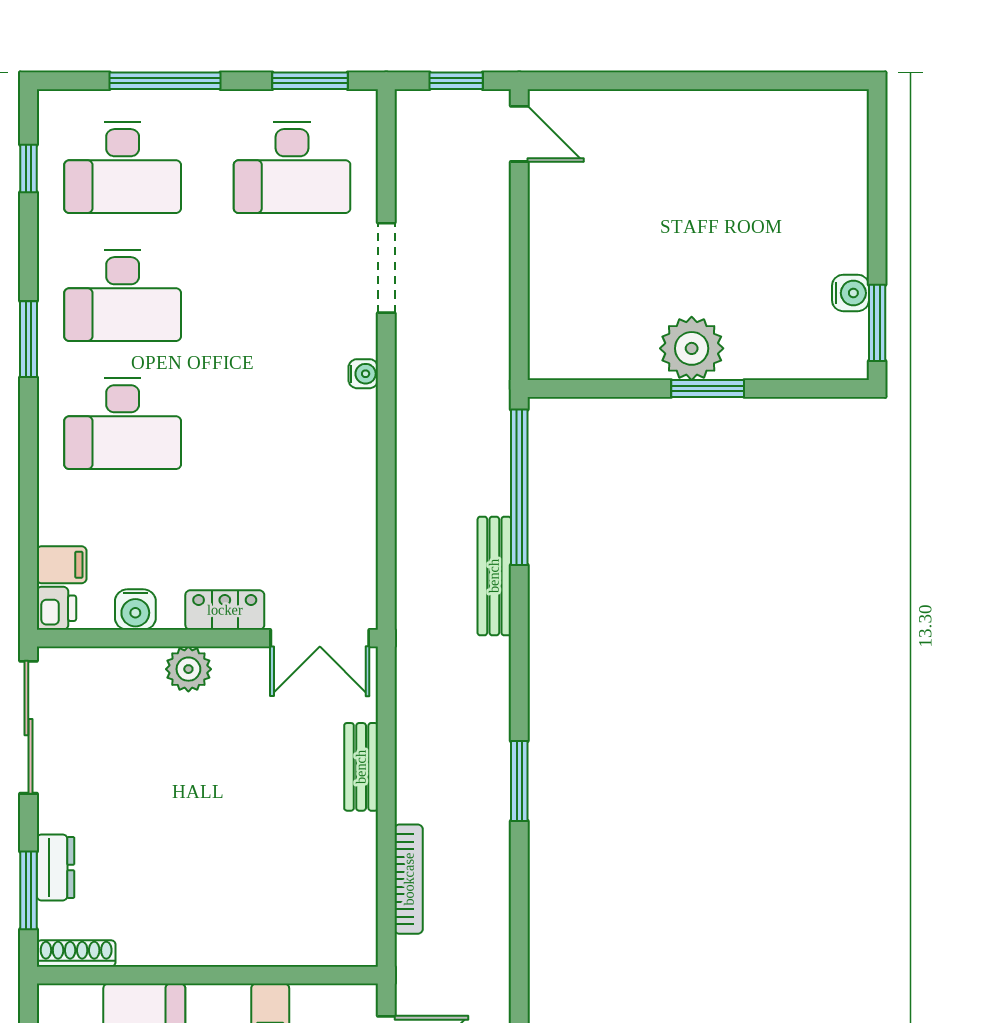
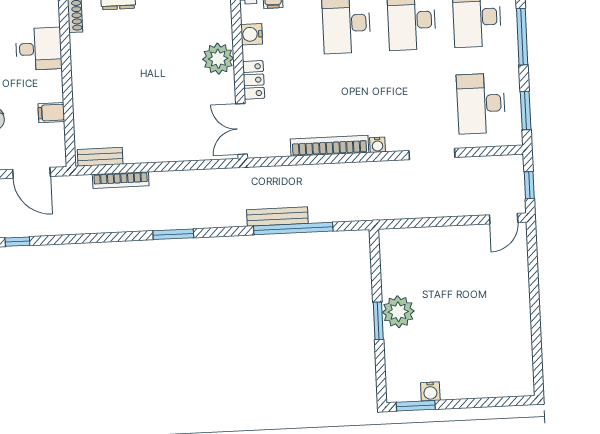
bookcase: (361, 468) -> (329, 146), added
window: (519, 487) -> (293, 229), moved
plant: (188, 669) -> (218, 59), width x1.36, depth x1.36
bench: (361, 767) -> (100, 157), moved

